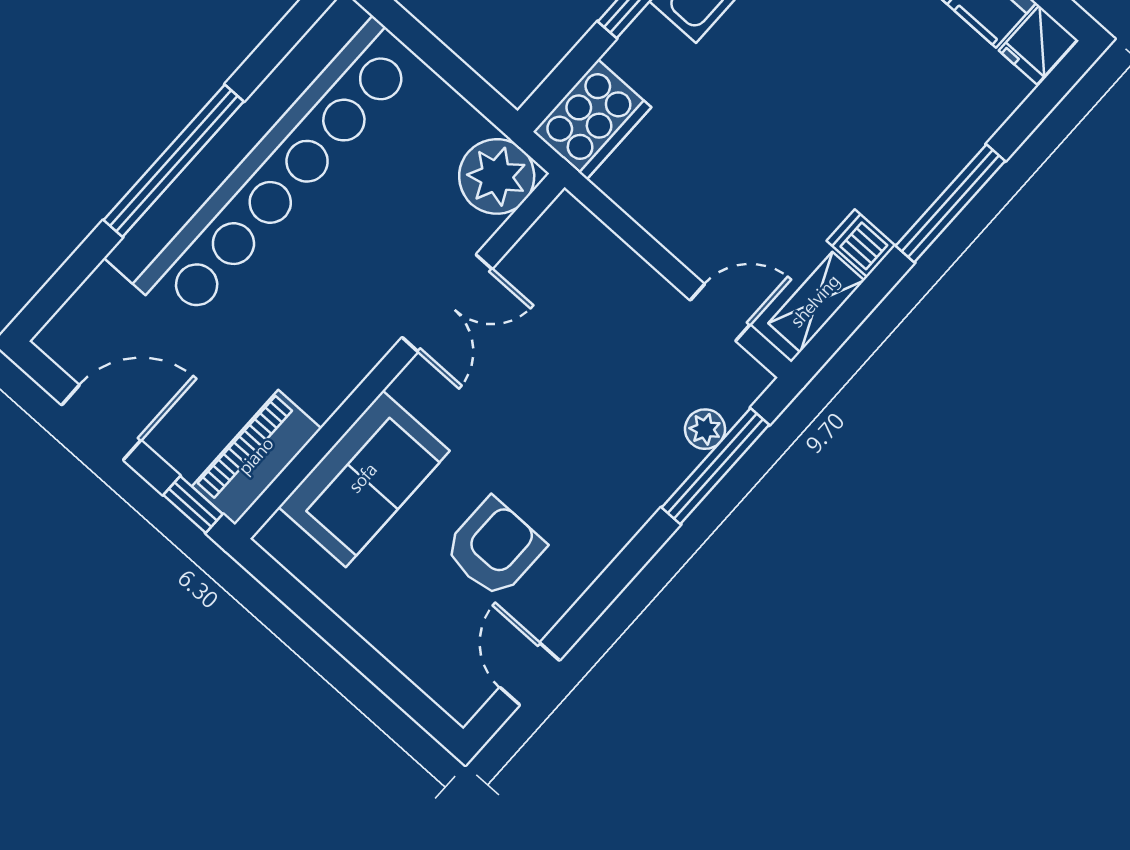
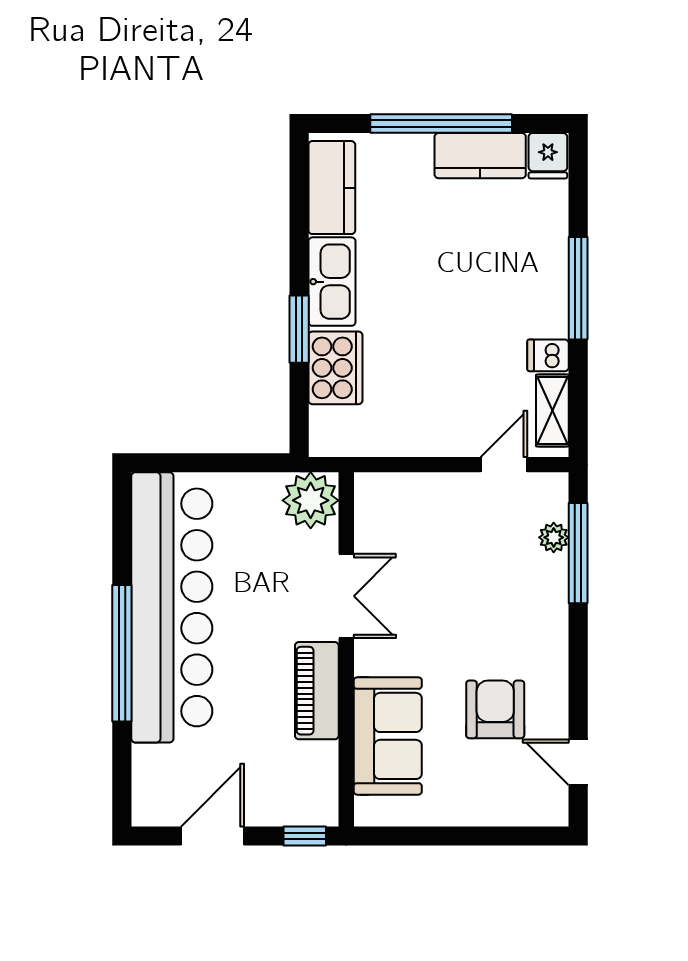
cooker: (592, 119) -> (335, 368), moved
piano: (257, 457) -> (317, 691), moved

